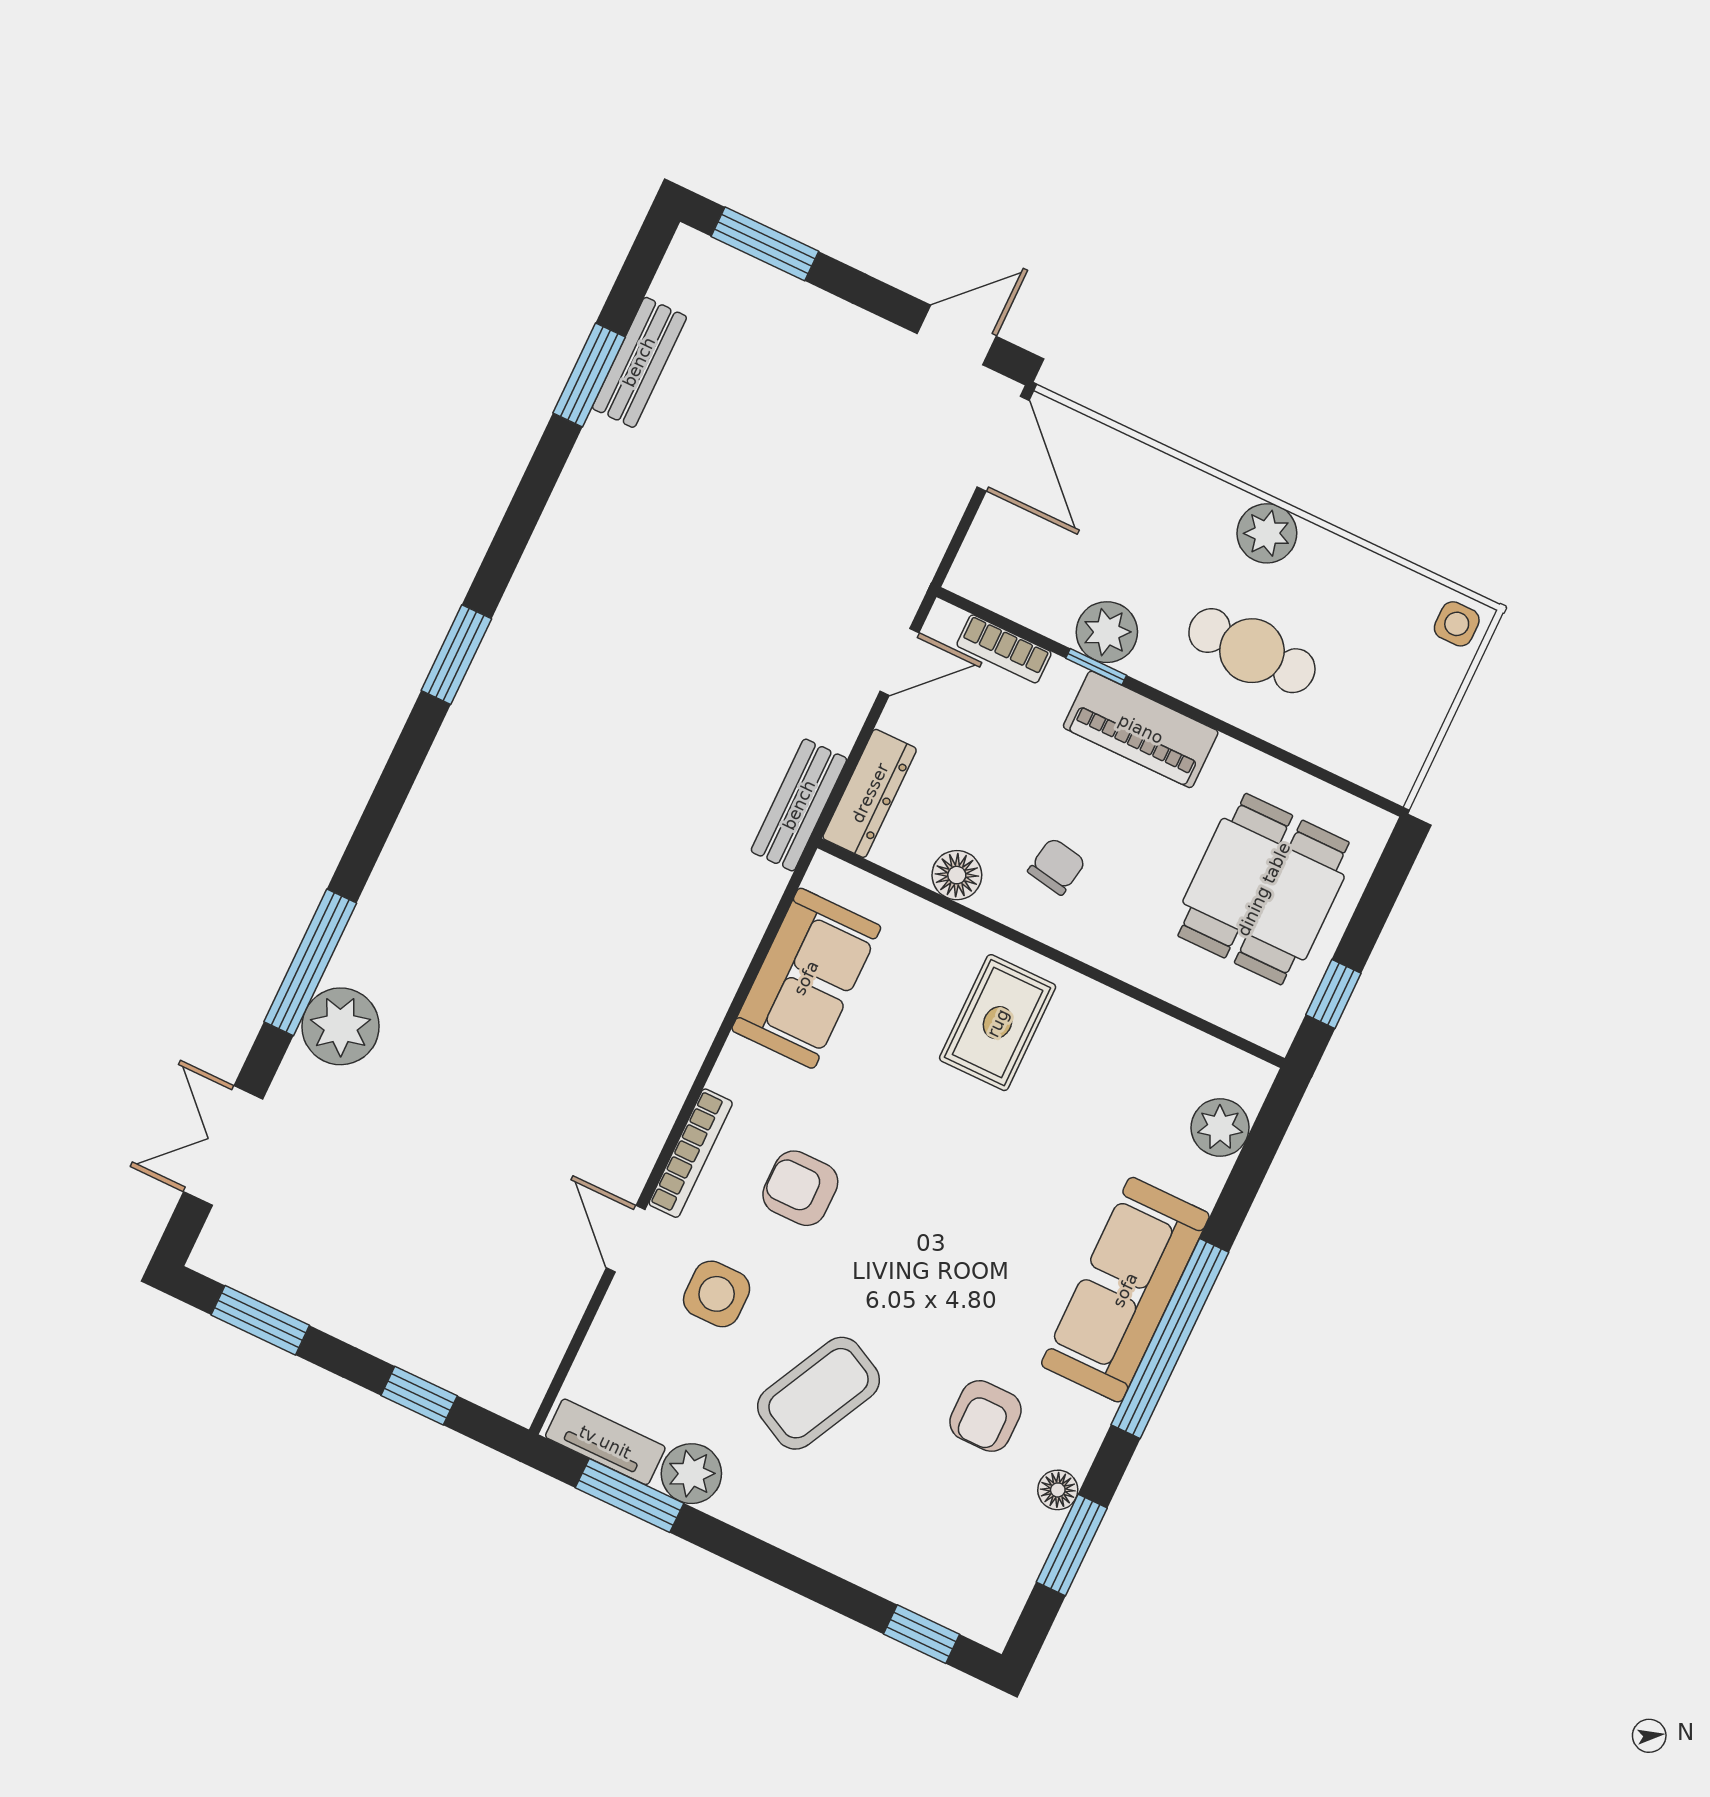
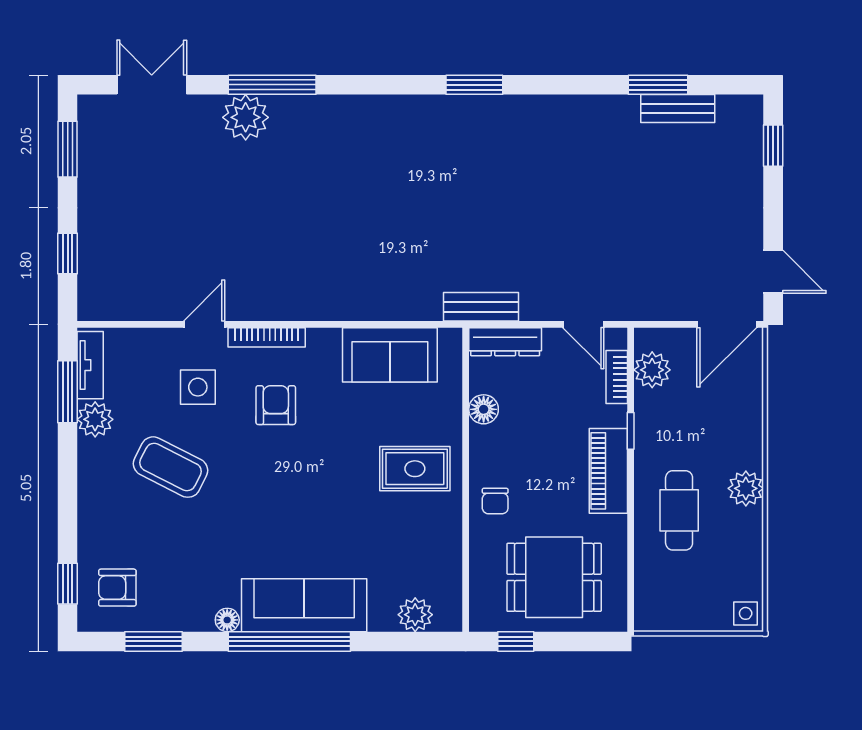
window: (765, 244) -> (773, 146), width x0.67
plant: (1107, 632) -> (652, 370), moved
chair: (1057, 866) -> (495, 501), moved, turned 80
armchair: (986, 1416) -> (117, 588), moved
floor lamp: (1058, 1490) -> (227, 620), moved

